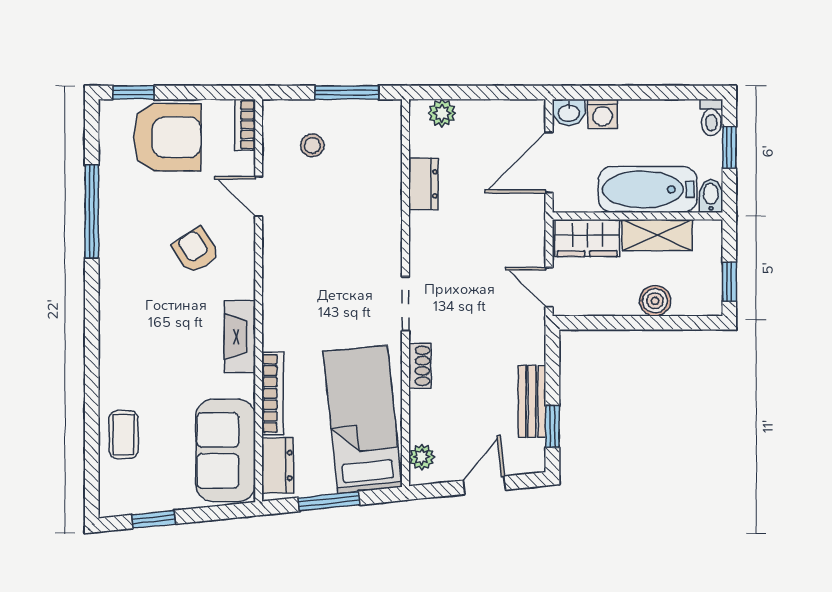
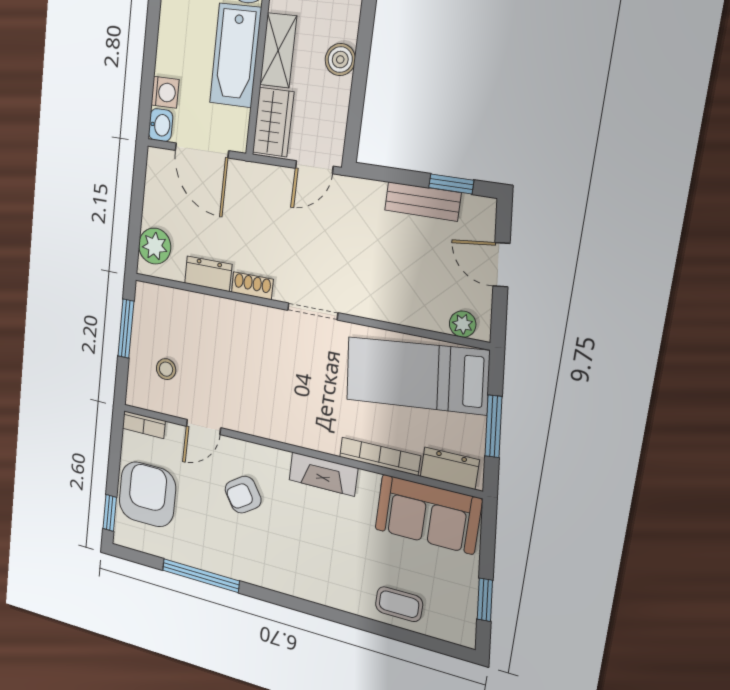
plant: (442, 113) -> (155, 246), width x1.38, depth x1.38
shoe rack: (420, 366) -> (252, 286), moved

